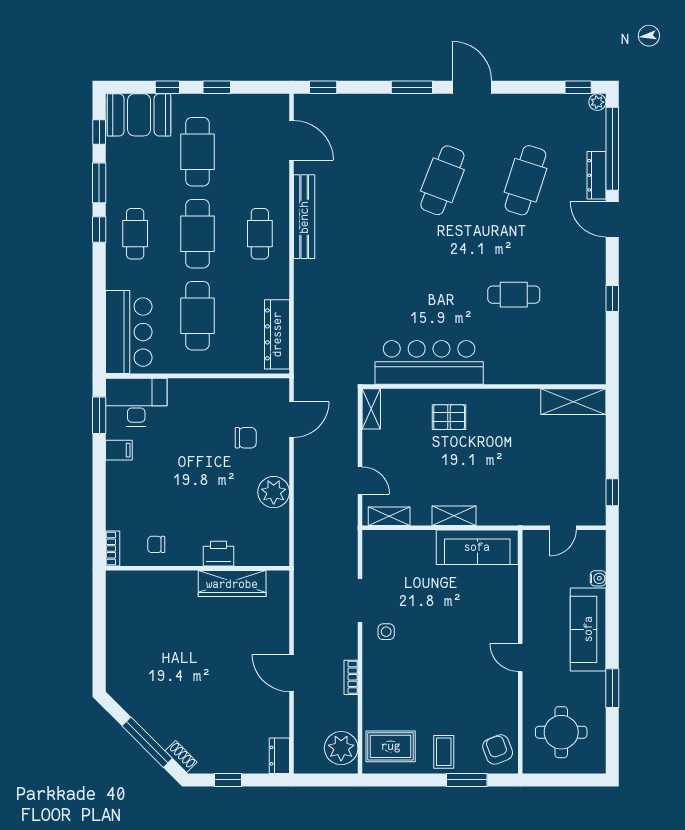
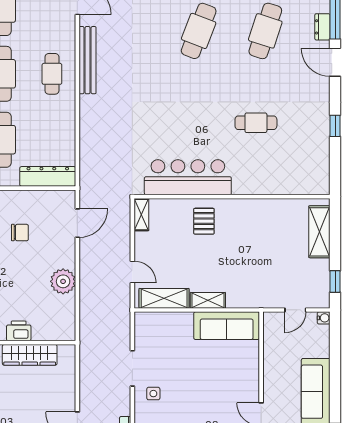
dresser: (596, 175) -> (322, 27), width x0.70
dresser: (277, 334) -> (48, 176), moved, turned 90
shelving: (573, 402) -> (319, 232), moved, turned 90
pallet: (449, 417) -> (204, 221), turned 90
chair: (246, 438) -> (20, 233), moved
shelving: (389, 516) -> (164, 298), width x1.50, depth x1.33
water cooler: (598, 578) -> (324, 318), moved

